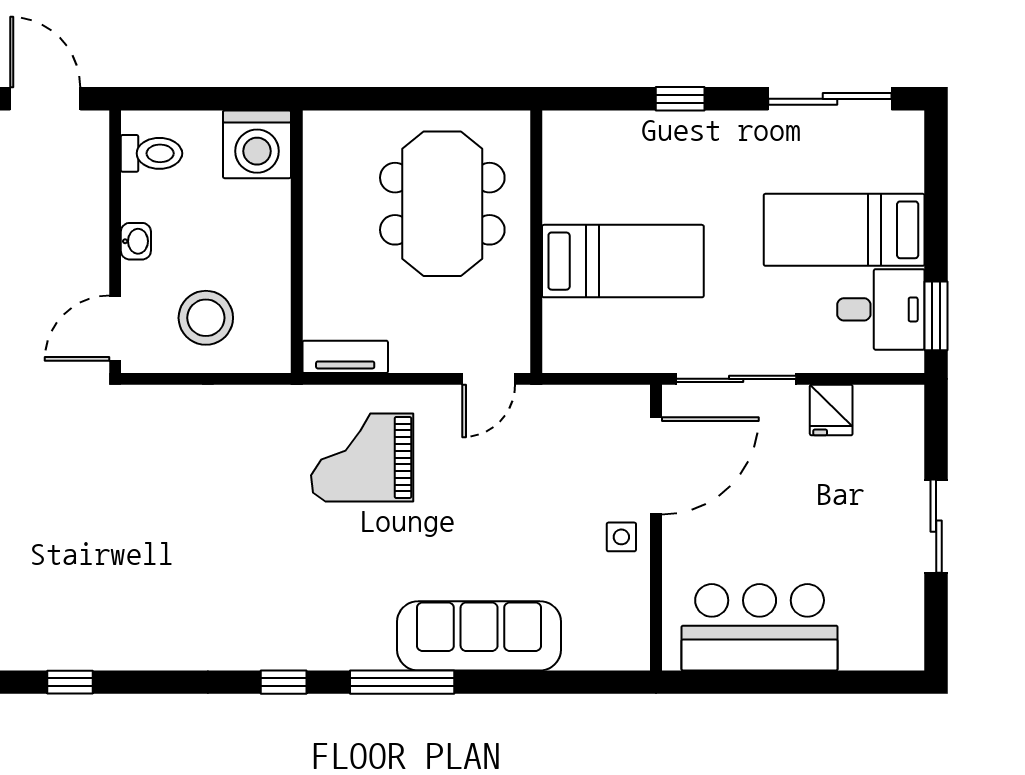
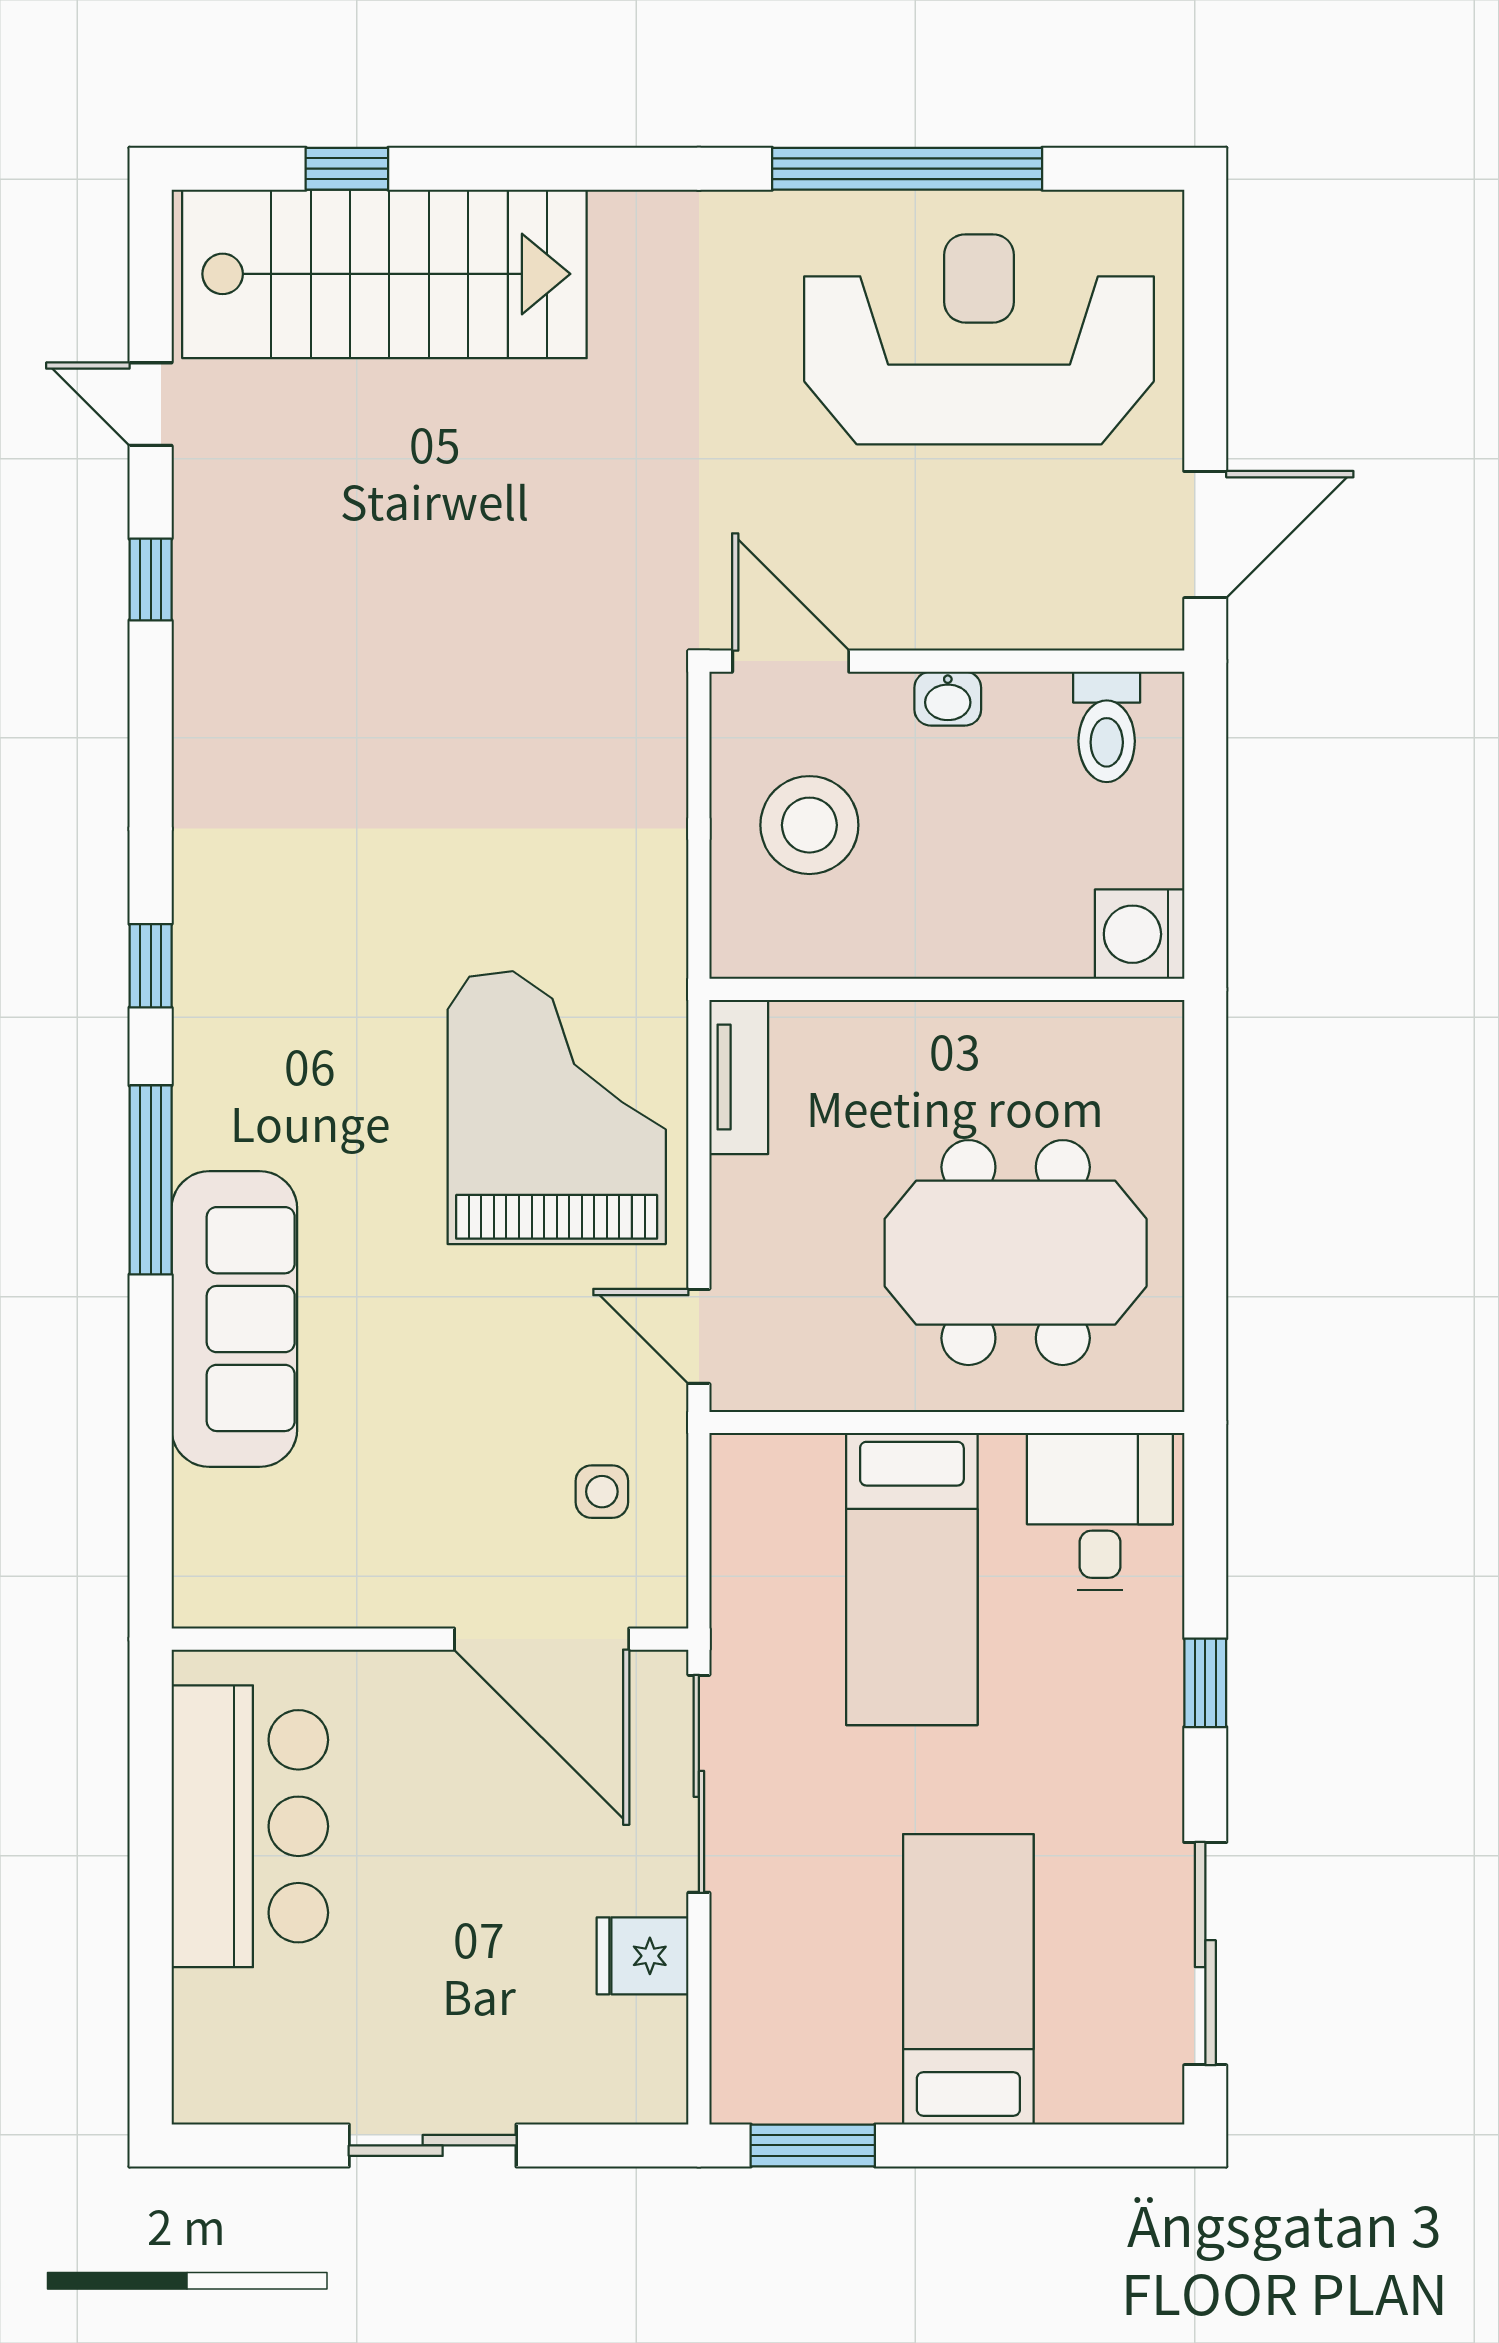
washing machine: (257, 144) -> (1140, 934), width x0.73, depth x0.73
desk: (881, 309) -> (1100, 1512), moved, turned 180
grand piano: (362, 458) -> (557, 1108), width x1.37, depth x1.48
side table: (621, 537) -> (602, 1492), moved

